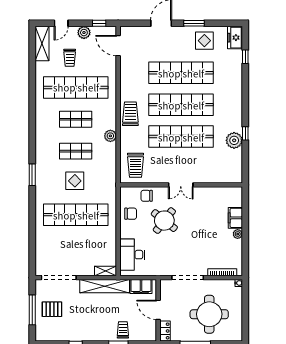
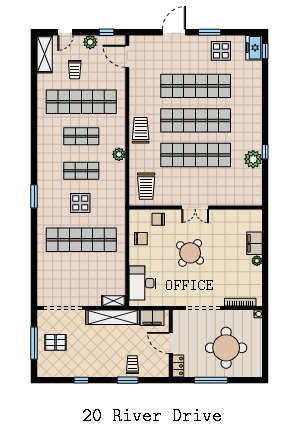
window: (245, 57) -> (265, 51), moved
round table: (164, 221) -> (190, 253), moved

